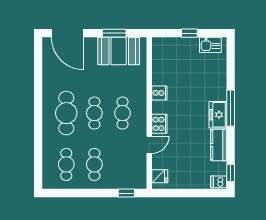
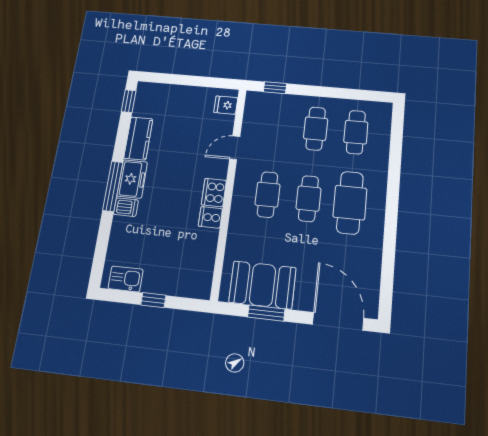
cooker: (159, 124) -> (214, 193), moved
dishwasher: (219, 182) -> (126, 207), moved

